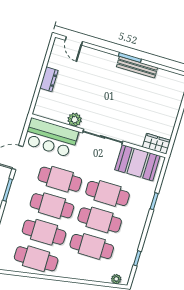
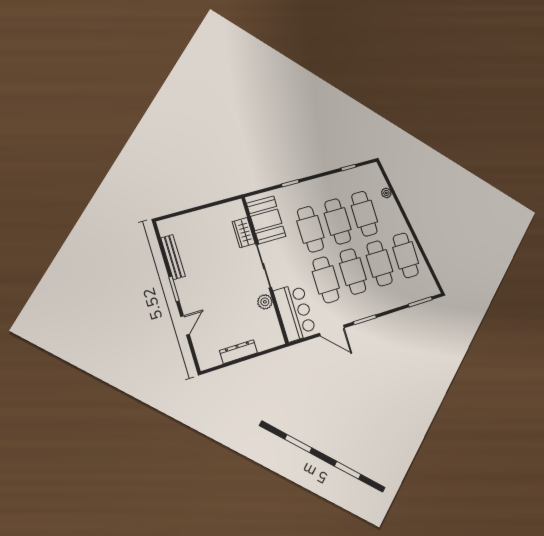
door: (74, 41) -> (185, 325), moved
bench: (137, 67) -> (173, 257), moved
dresser: (49, 79) -> (238, 352), width x1.44
wardrobe: (157, 144) -> (244, 233), moved
plant: (116, 279) -> (386, 193), moved

